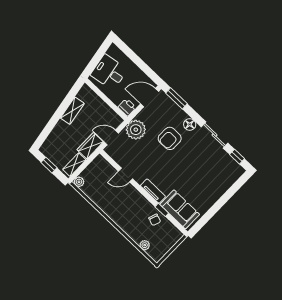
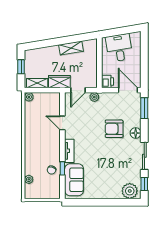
plant: (136, 130) -> (94, 97), width x0.53, depth x0.53
door: (111, 137) -> (78, 90), swing flipped
plant: (231, 174) -> (130, 191), added

